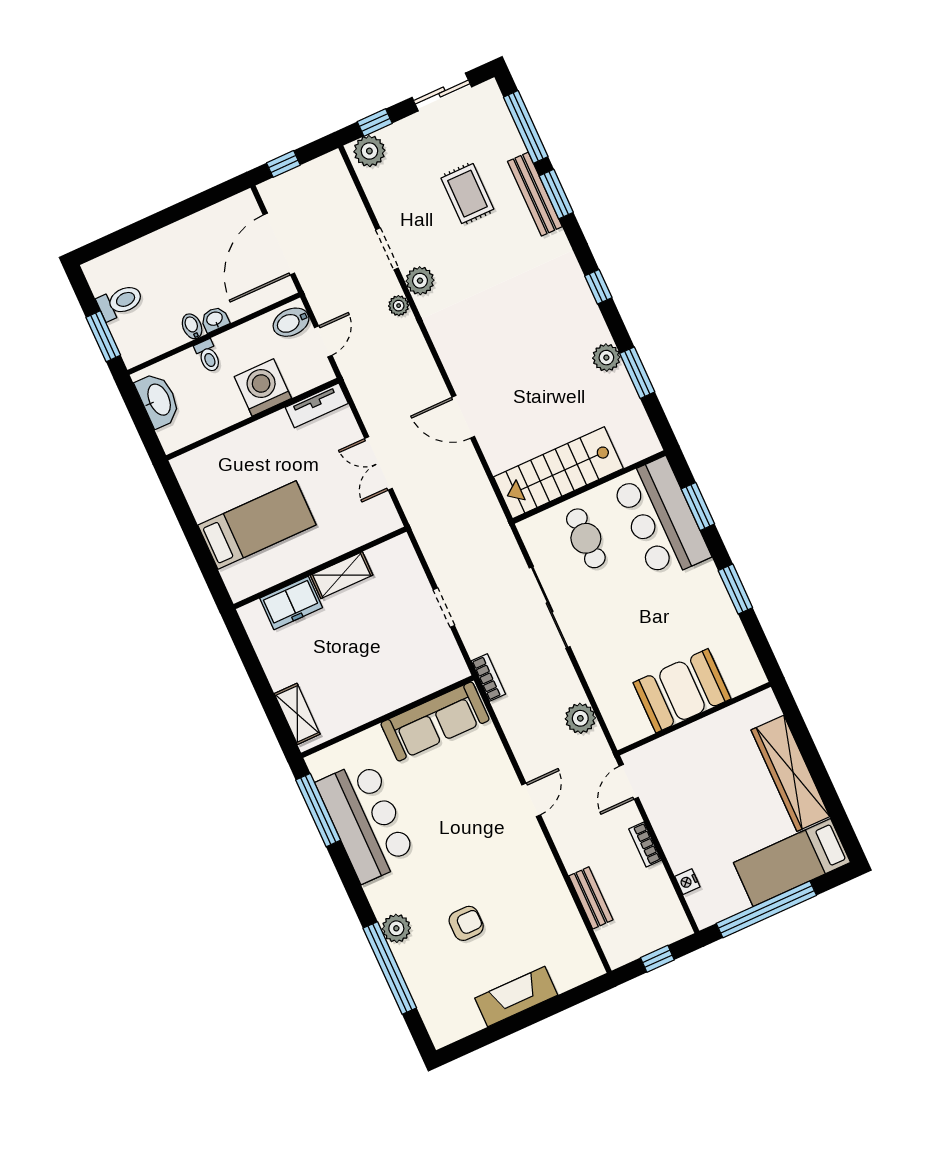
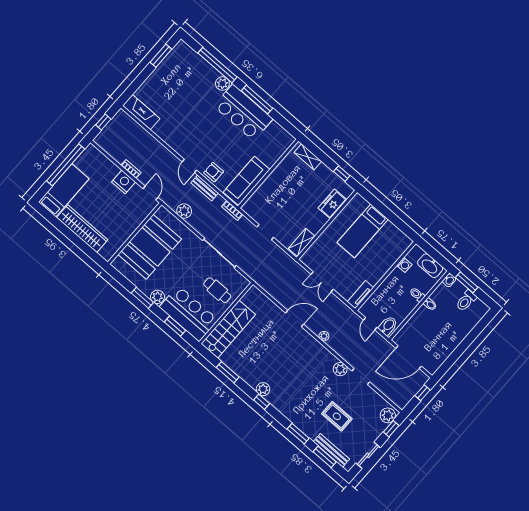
window: (526, 127) -> (325, 457), width x0.69
bench: (535, 194) -> (331, 450), moved
door: (279, 244) -> (409, 357), swing flipped
plant: (399, 306) -> (324, 336), moved
washbasin: (215, 319) -> (449, 280), moved
plant: (606, 358) -> (263, 389), moved
washing machine: (263, 387) -> (404, 265), moved, width x0.53, depth x0.53
double door: (378, 463) -> (322, 282), swing flipped
stairs: (558, 473) -> (228, 329), moved
shelving: (342, 575) -> (302, 242), moved
plant: (706, 578) -> (158, 297), added
window: (247, 653) -> (342, 174), added
booth: (682, 691) -> (150, 247), width x1.36, depth x1.42
window: (318, 810) -> (257, 100), moved
bar counter: (366, 821) -> (243, 112), moved
nightstand: (687, 882) -> (124, 182), moved, width x1.89, depth x1.79
bench: (591, 898) -> (205, 188), moved
armchair: (466, 923) -> (214, 172), moved, turned 90
fireplace: (516, 997) -> (141, 112), moved, turned -90
window: (490, 1035) -> (161, 56), added

